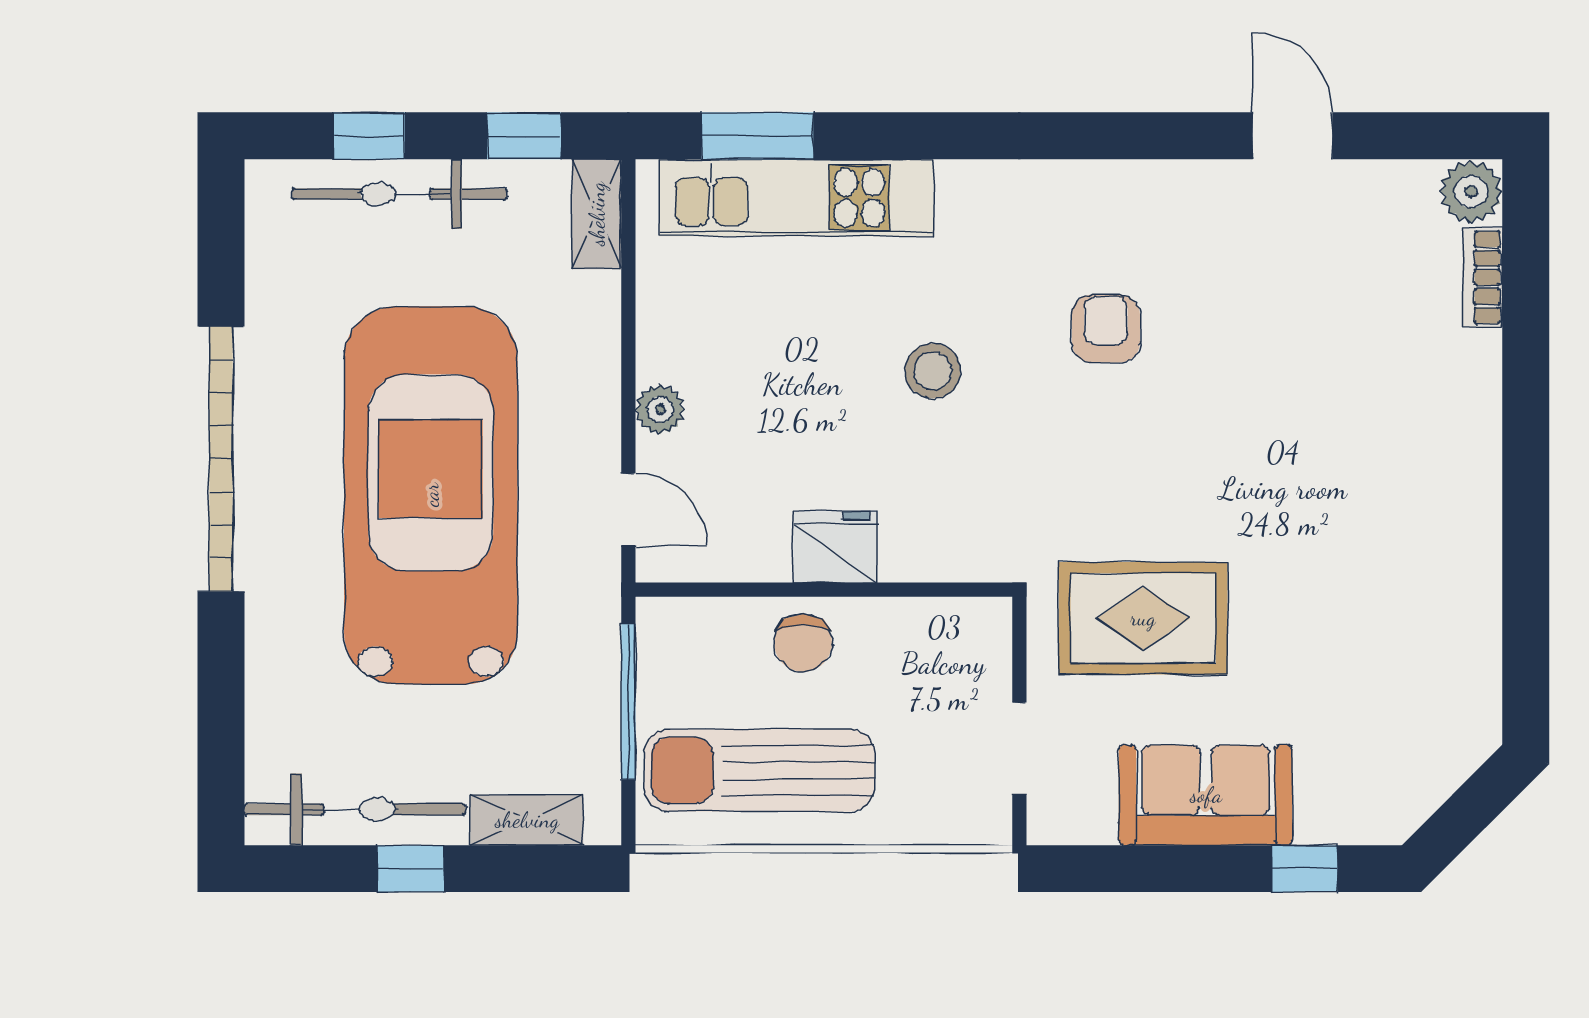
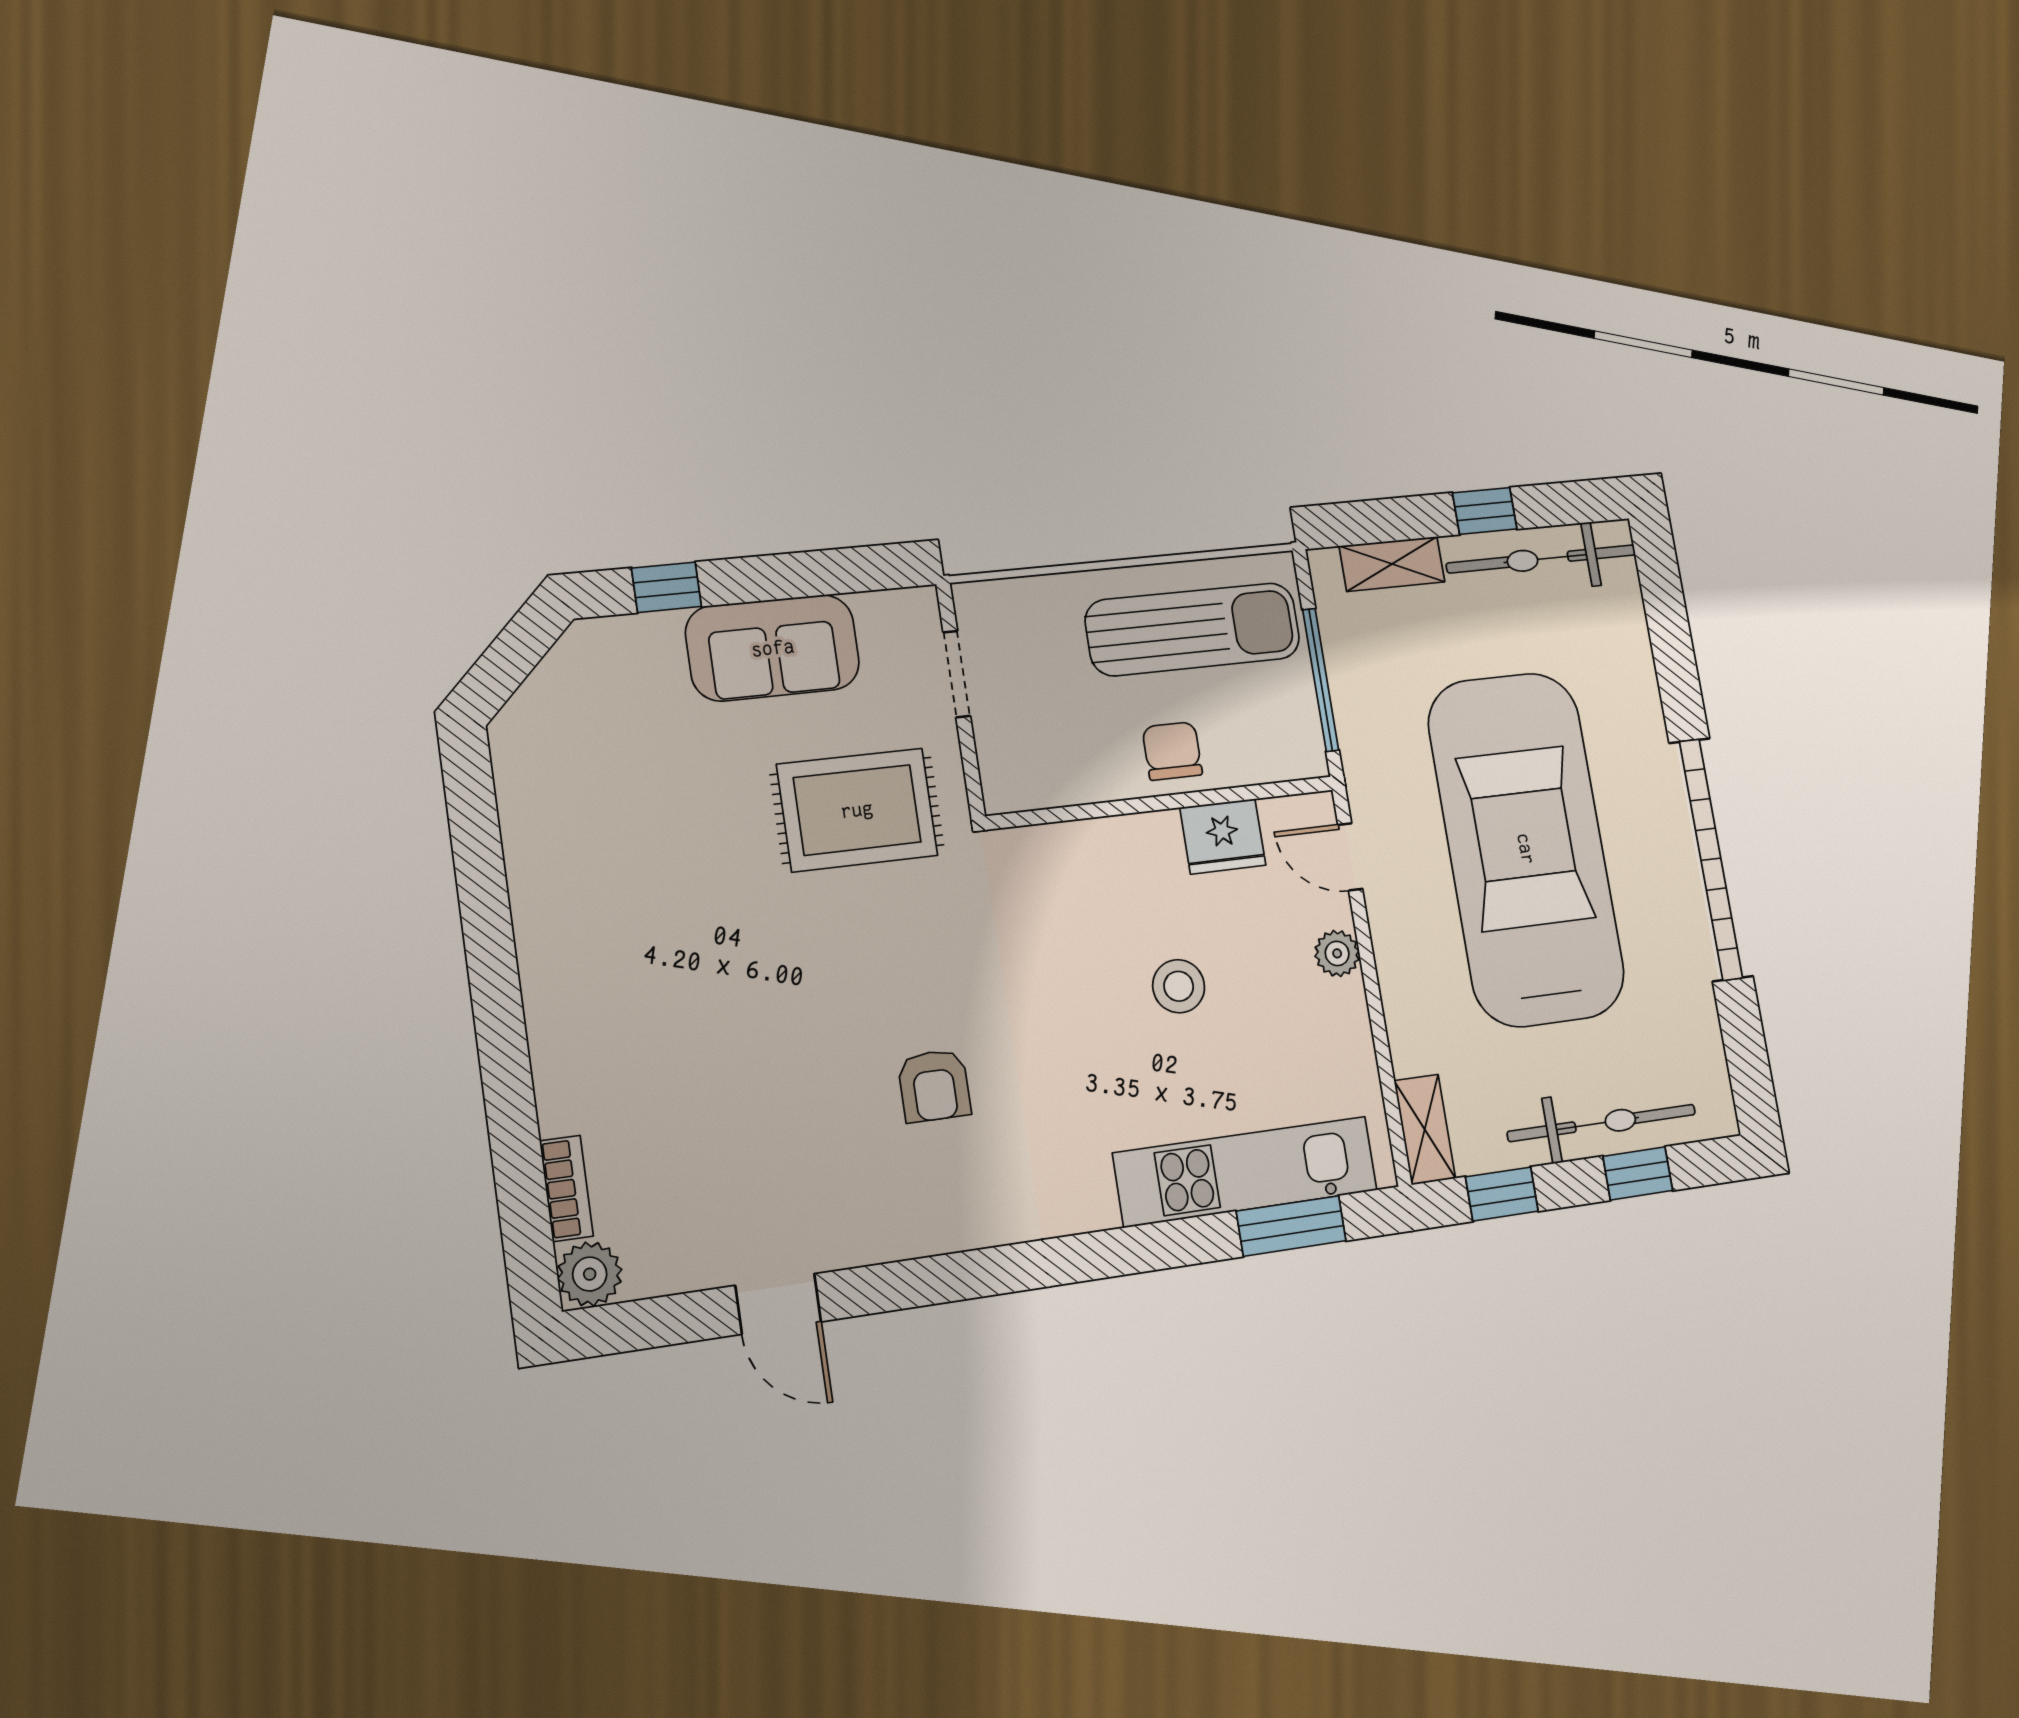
stool: (933, 371) -> (1179, 986), moved
car: (431, 495) -> (1526, 849), turned 180
fridge: (835, 547) -> (1223, 836), moved

